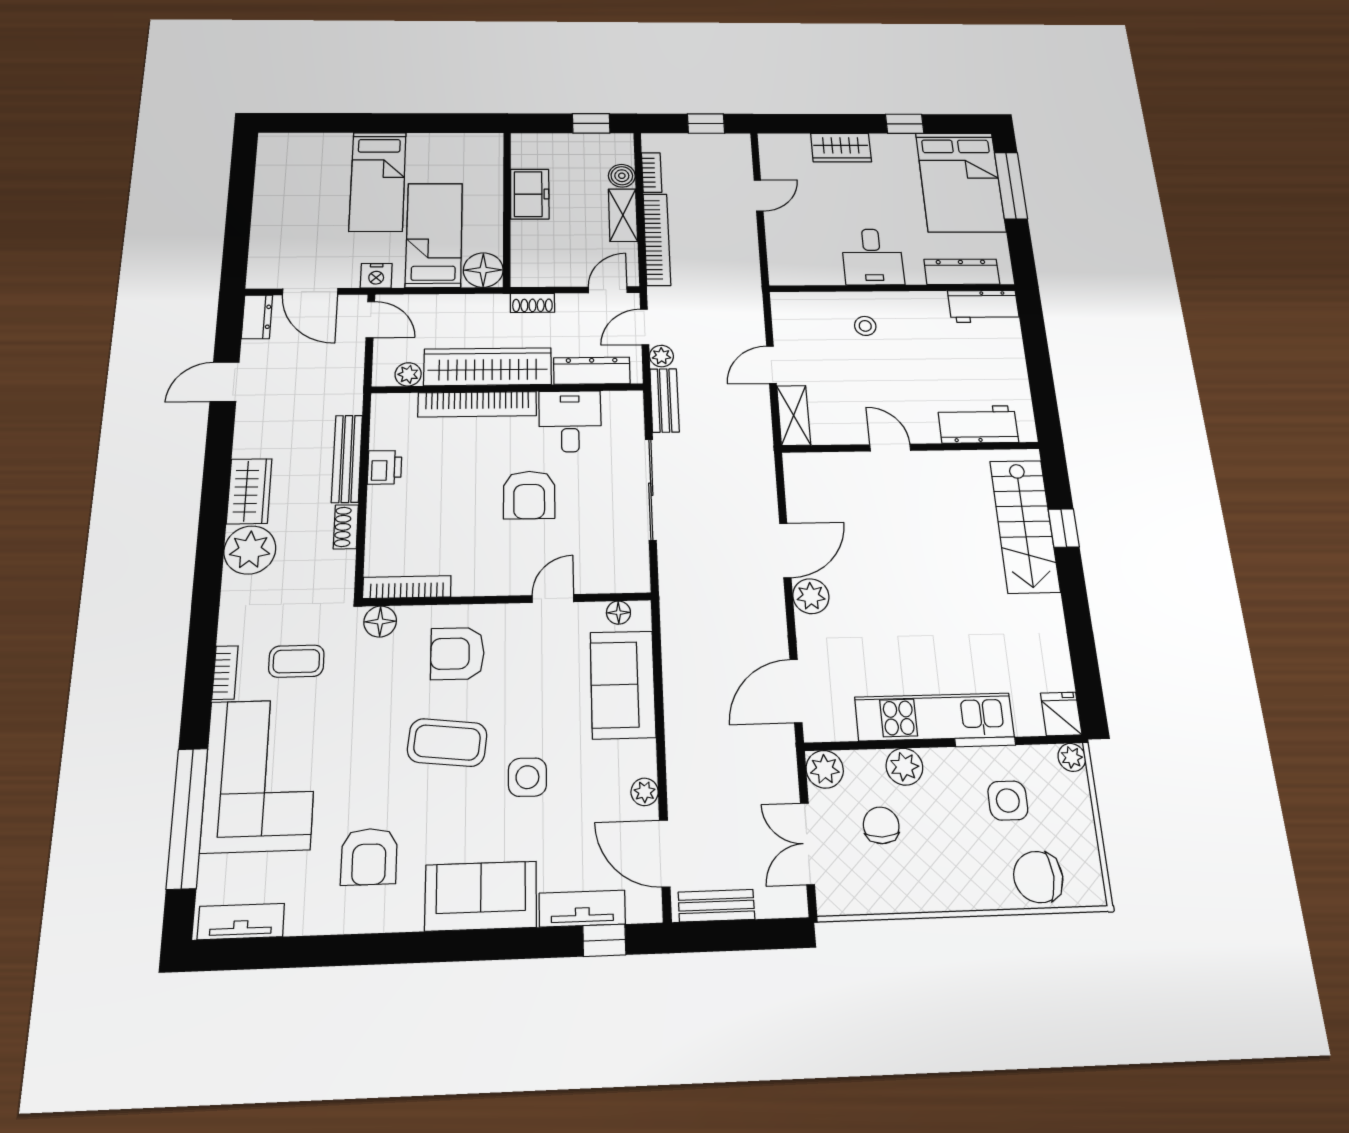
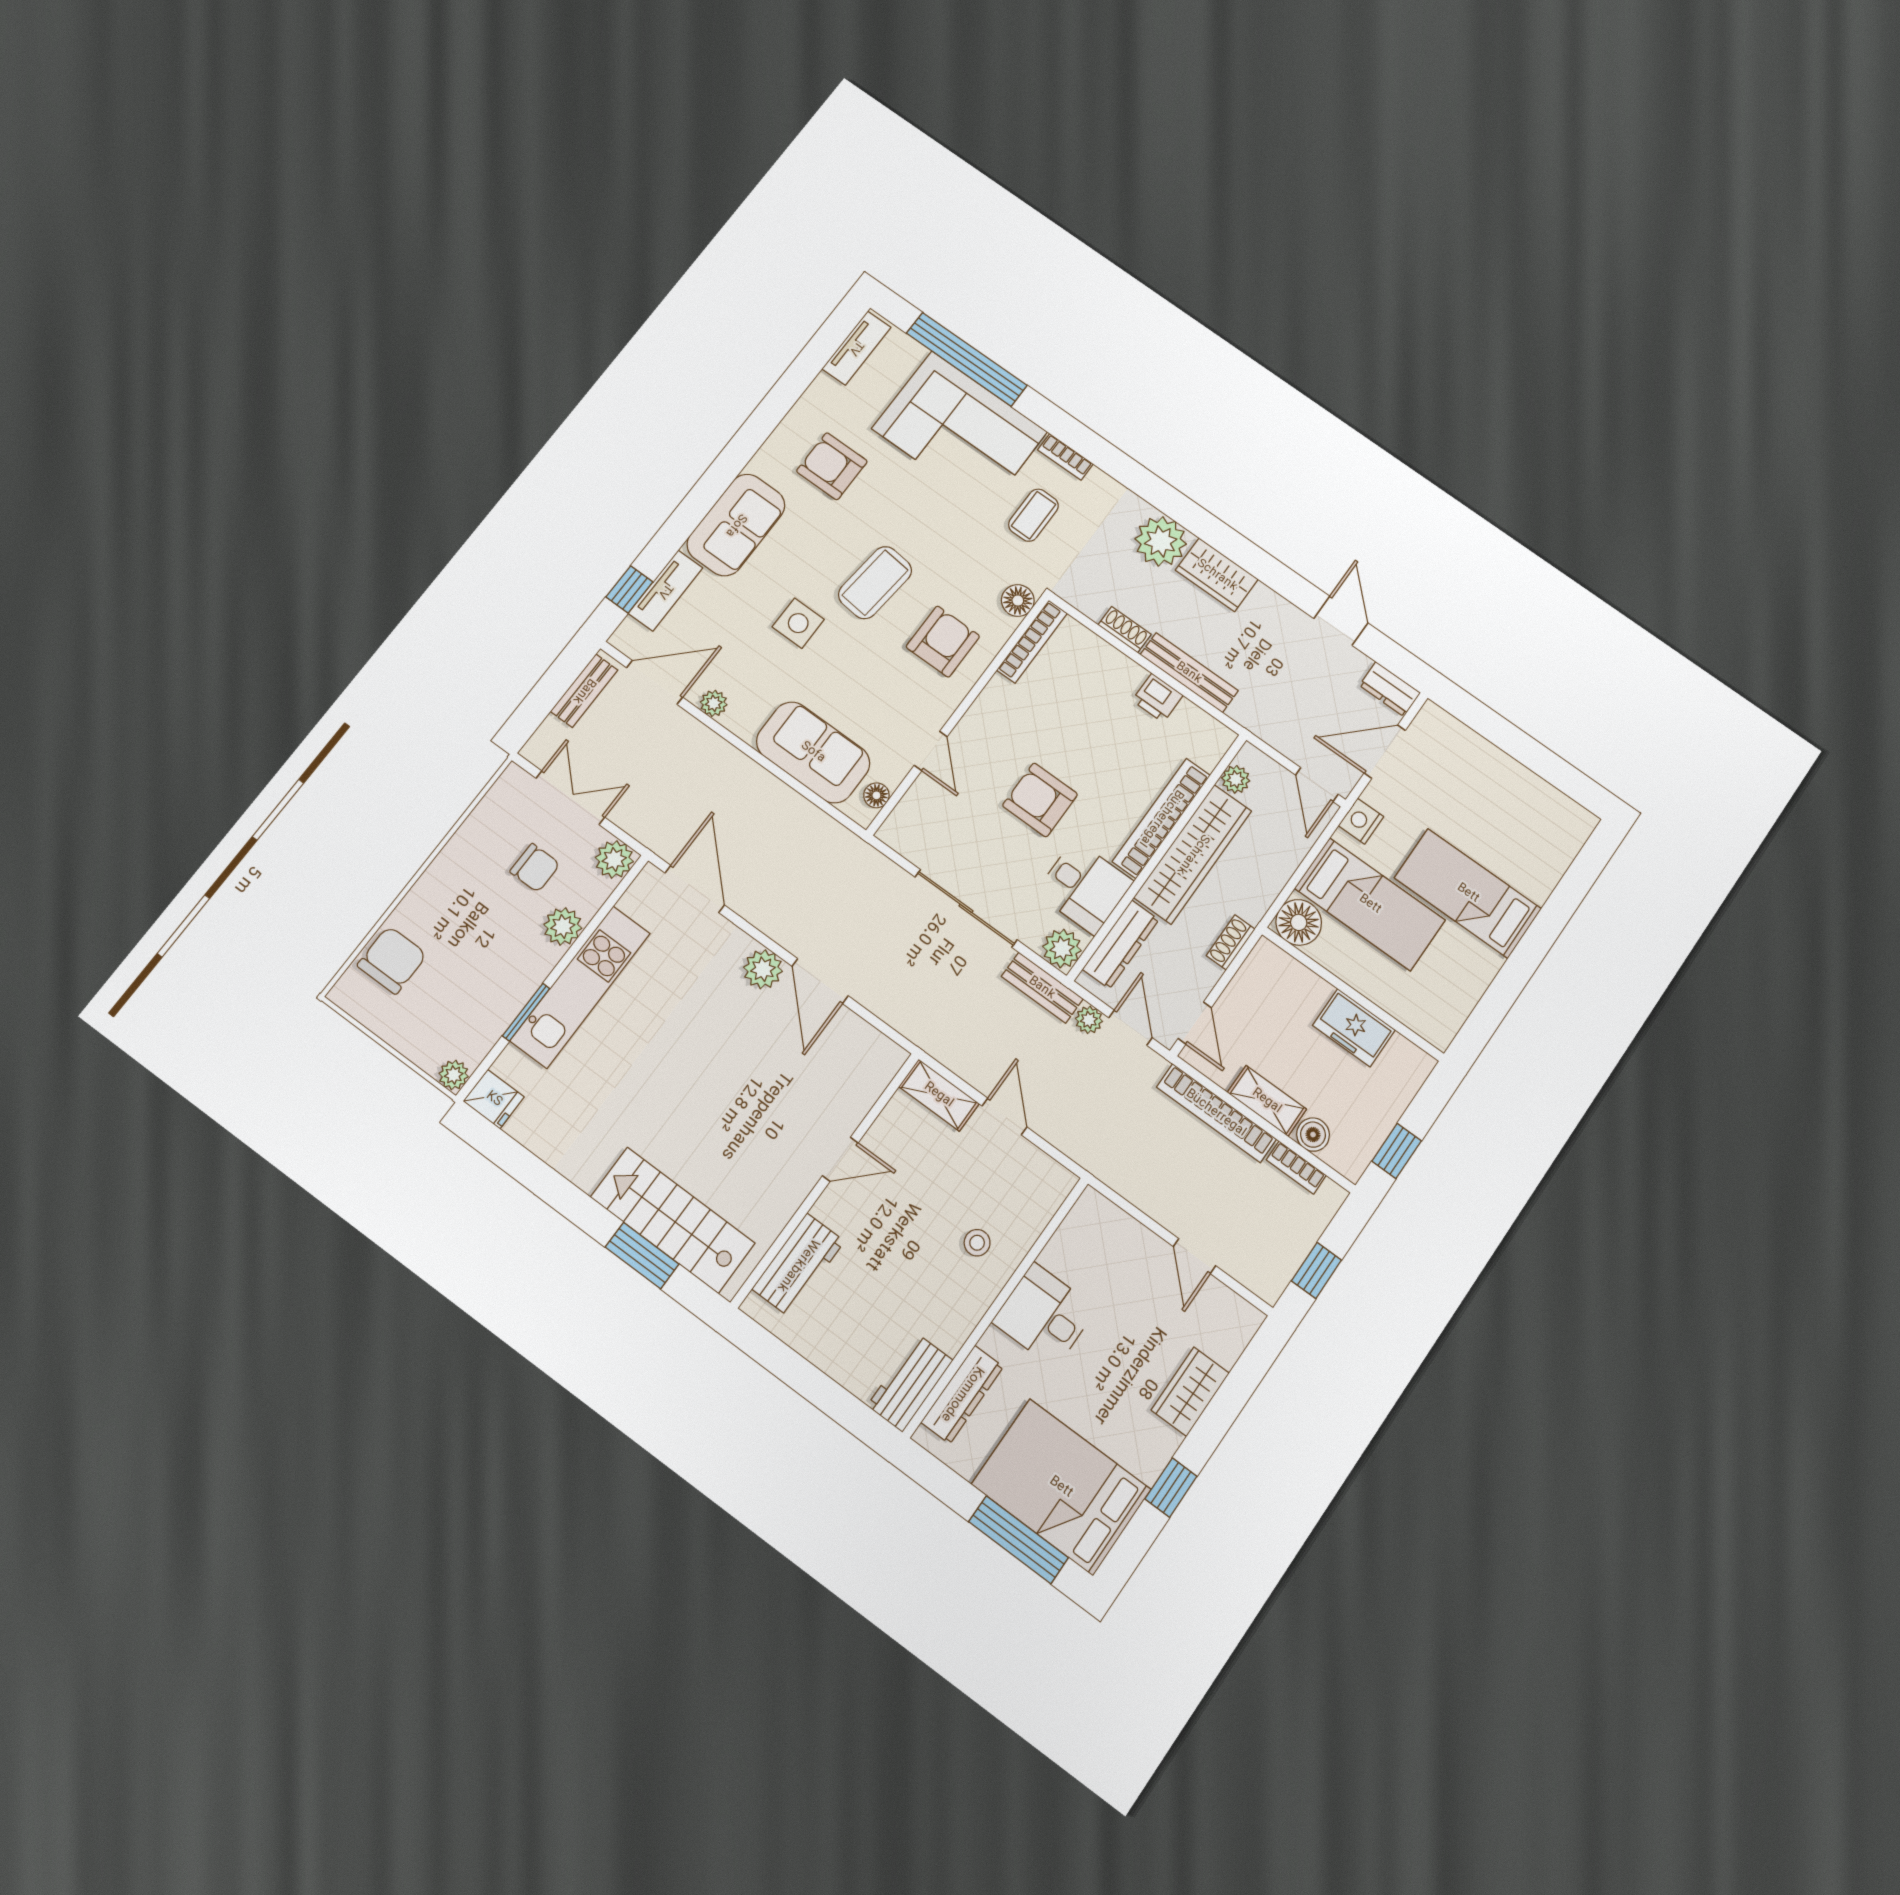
door: (370, 320) -> (1317, 785), hinge flipped
plant: (626, 406) -> (1062, 948), added
window: (1064, 528) -> (642, 1256), width x1.50
side table: (1008, 801) -> (467, 989), removed

